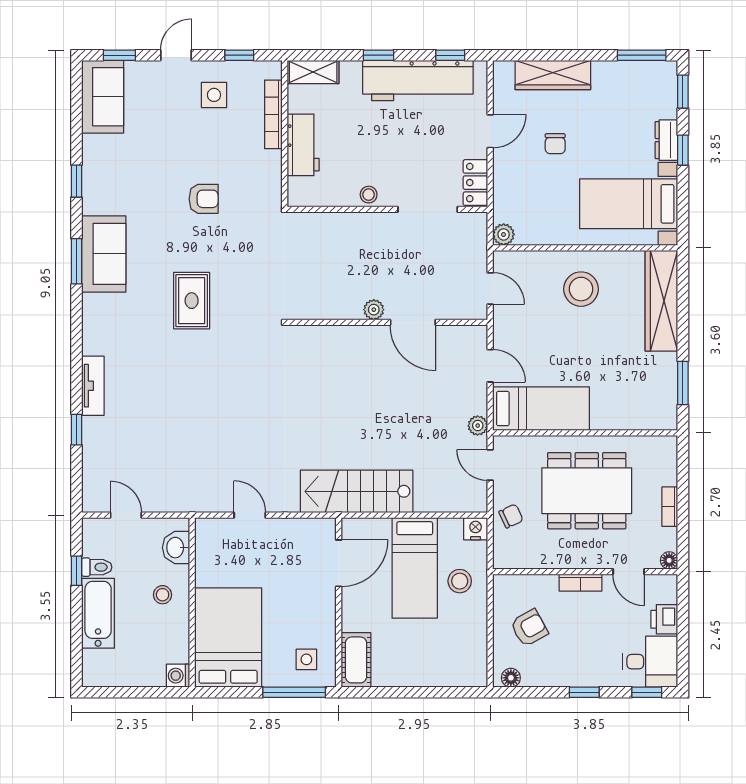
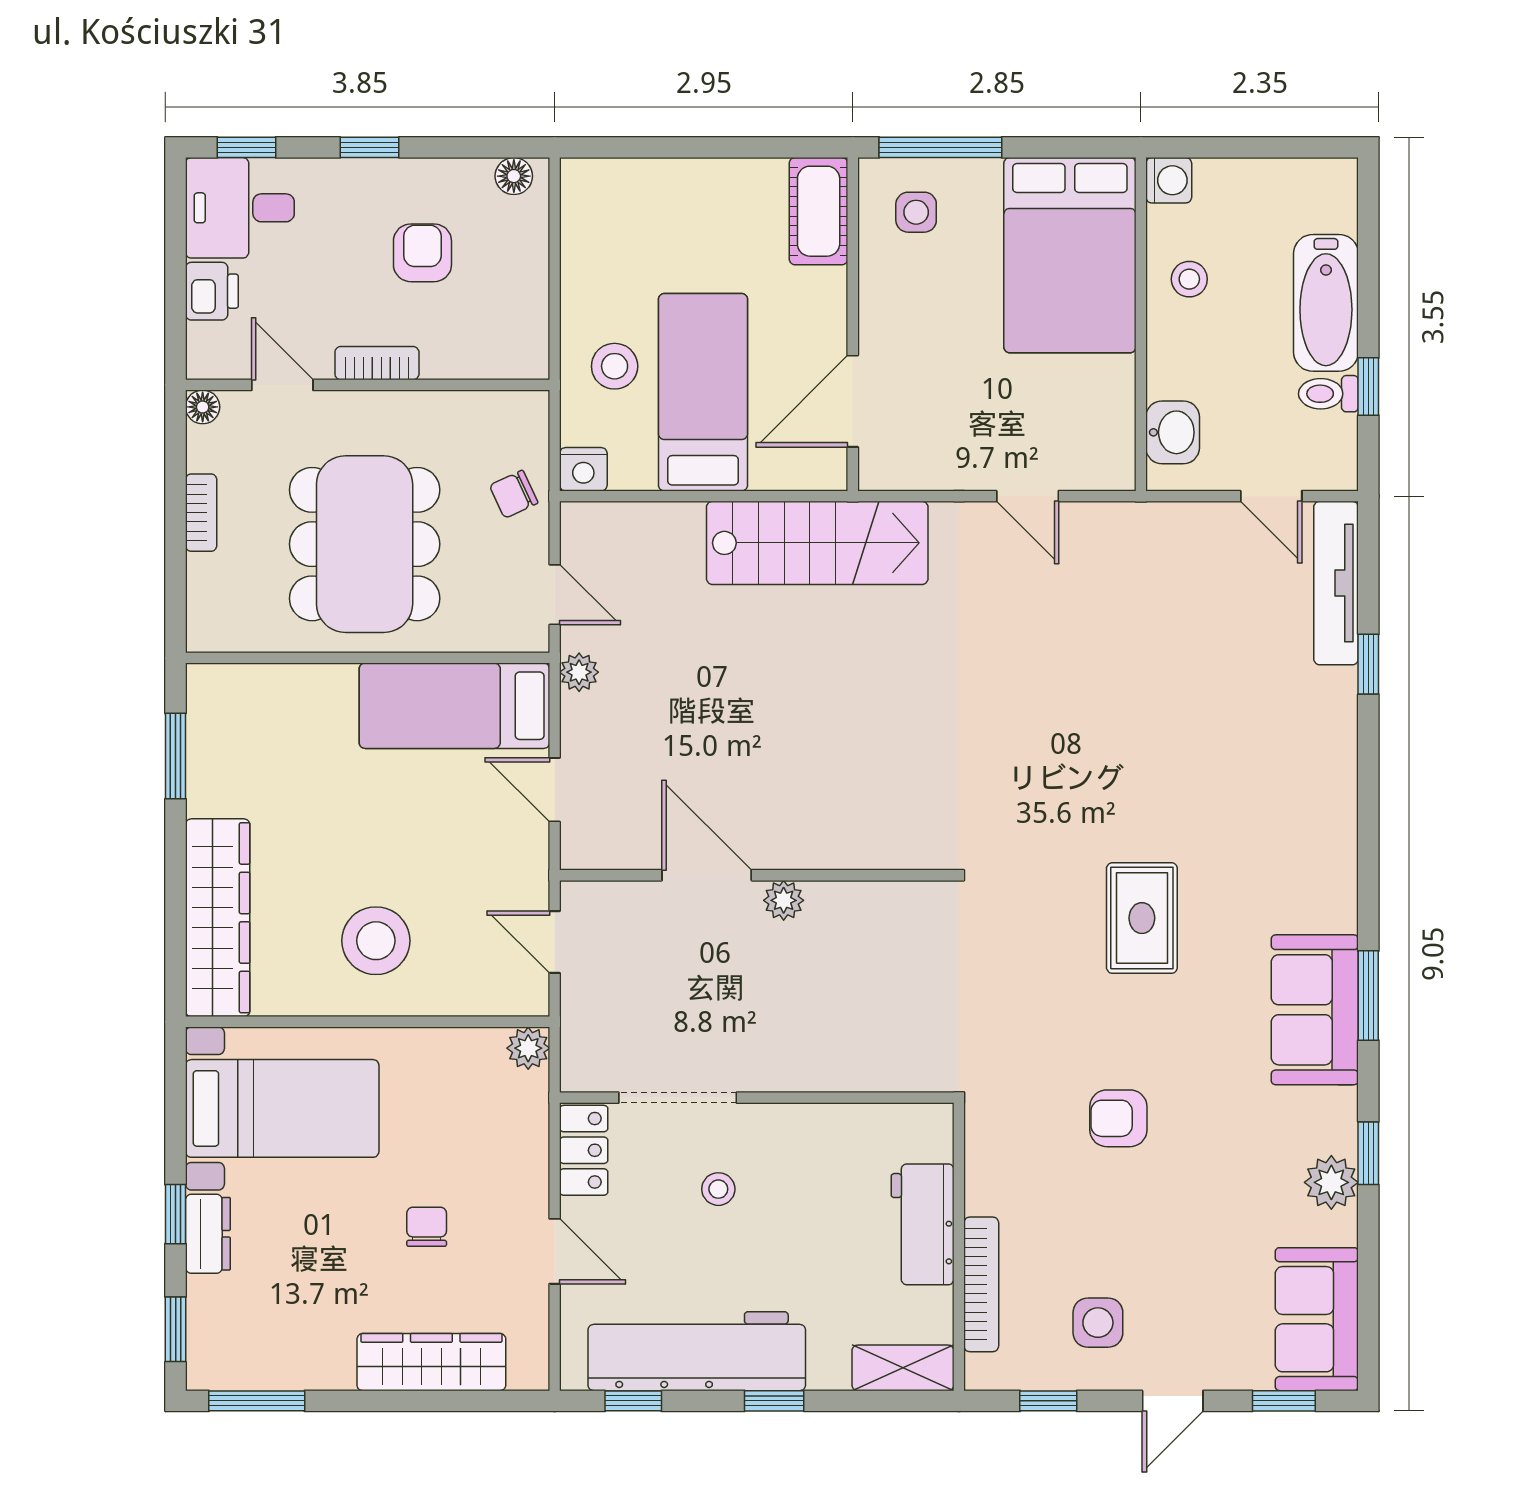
door: (490, 131) -> (555, 1251), swing flipped
plant: (95, 166) -> (1331, 1182), added
stool: (369, 195) -> (718, 1189), moved
tv unit: (93, 386) -> (1336, 583), moved, width x1.41
dining table: (587, 491) -> (365, 544), turned 90
stool: (163, 595) -> (1189, 279), moved
armchair: (529, 628) -> (422, 253), moved, turned 119

